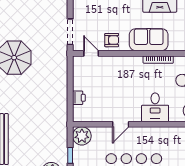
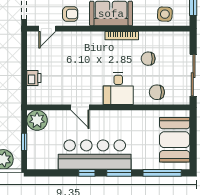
door: (91, 53) -> (47, 29), swing flipped
door: (121, 124) -> (80, 107), hinge flipped

